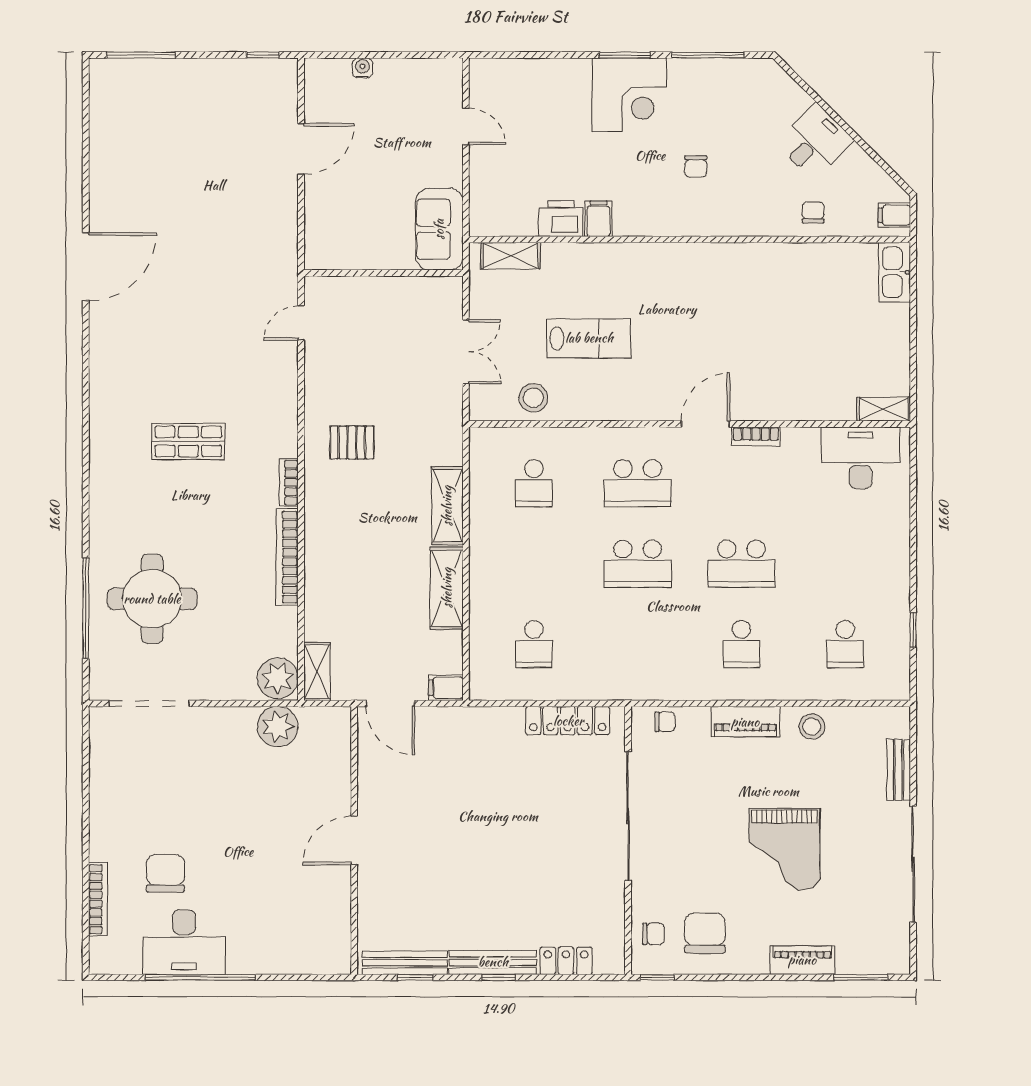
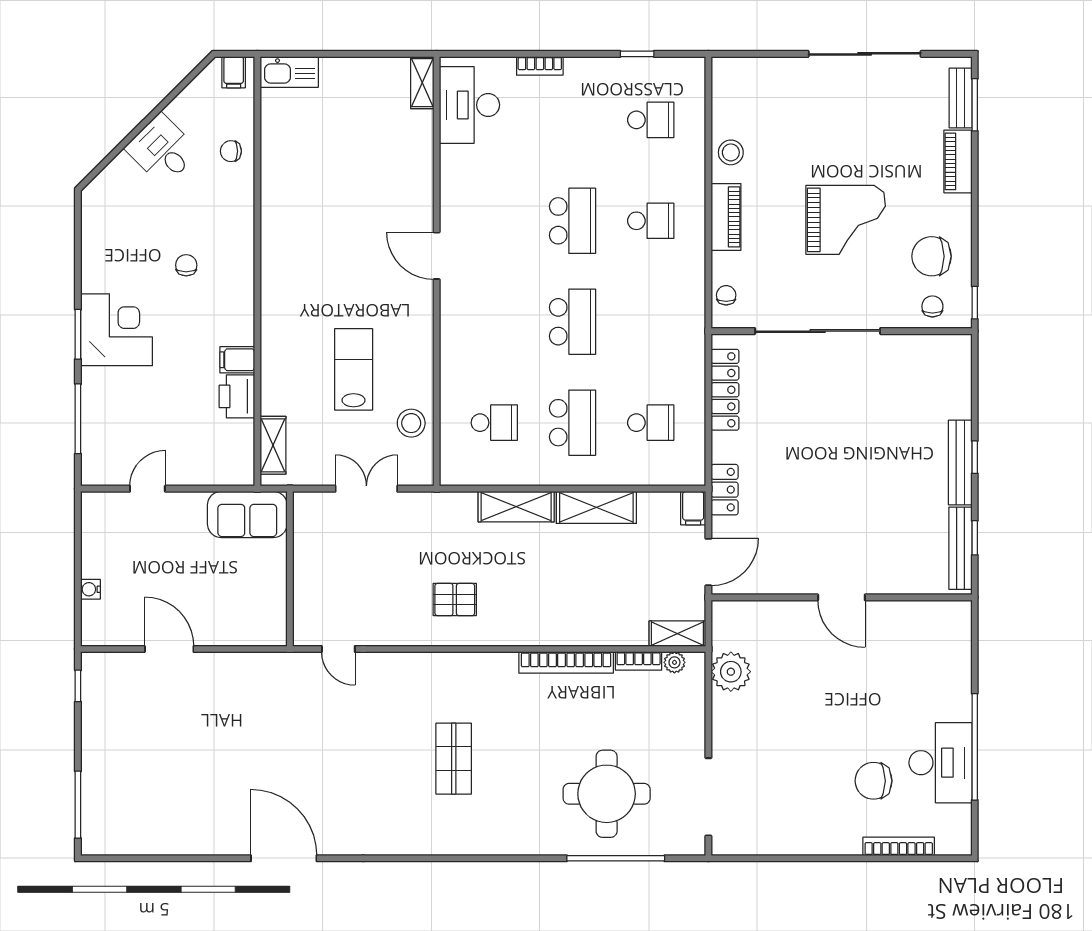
window: (708, 55) -> (78, 419), moved
chair: (696, 166) -> (186, 265), turned -90
bookcase: (756, 436) -> (540, 66), moved, turned 90
pallet: (352, 443) -> (455, 600), turned 90
bookcase: (289, 483) -> (639, 661), moved
school desk: (638, 483) -> (573, 423), moved
plant: (278, 678) -> (674, 662), width x0.53, depth x0.53
bench: (899, 770) -> (961, 98), moved, turned 90
grand piano: (784, 849) -> (846, 220), moved
locker: (566, 961) -> (725, 490), moved, turned 180

